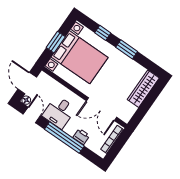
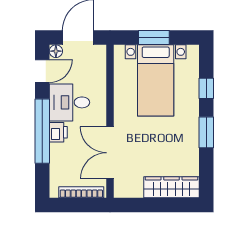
bed with nightstands: (79, 57) -> (156, 80), width x0.73
printer: (81, 136) -> (58, 132), moved

